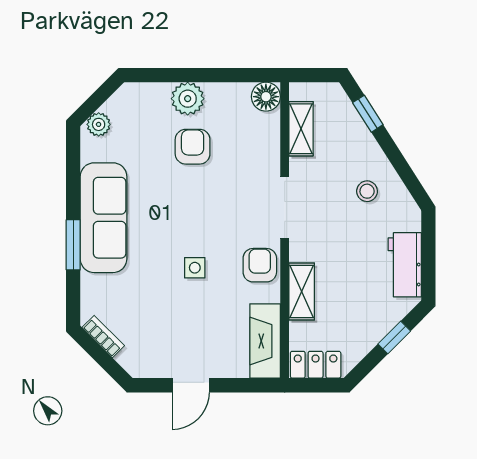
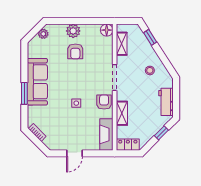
plant: (99, 124) -> (43, 34), moved
armchair: (193, 147) -> (75, 51), turned 180

